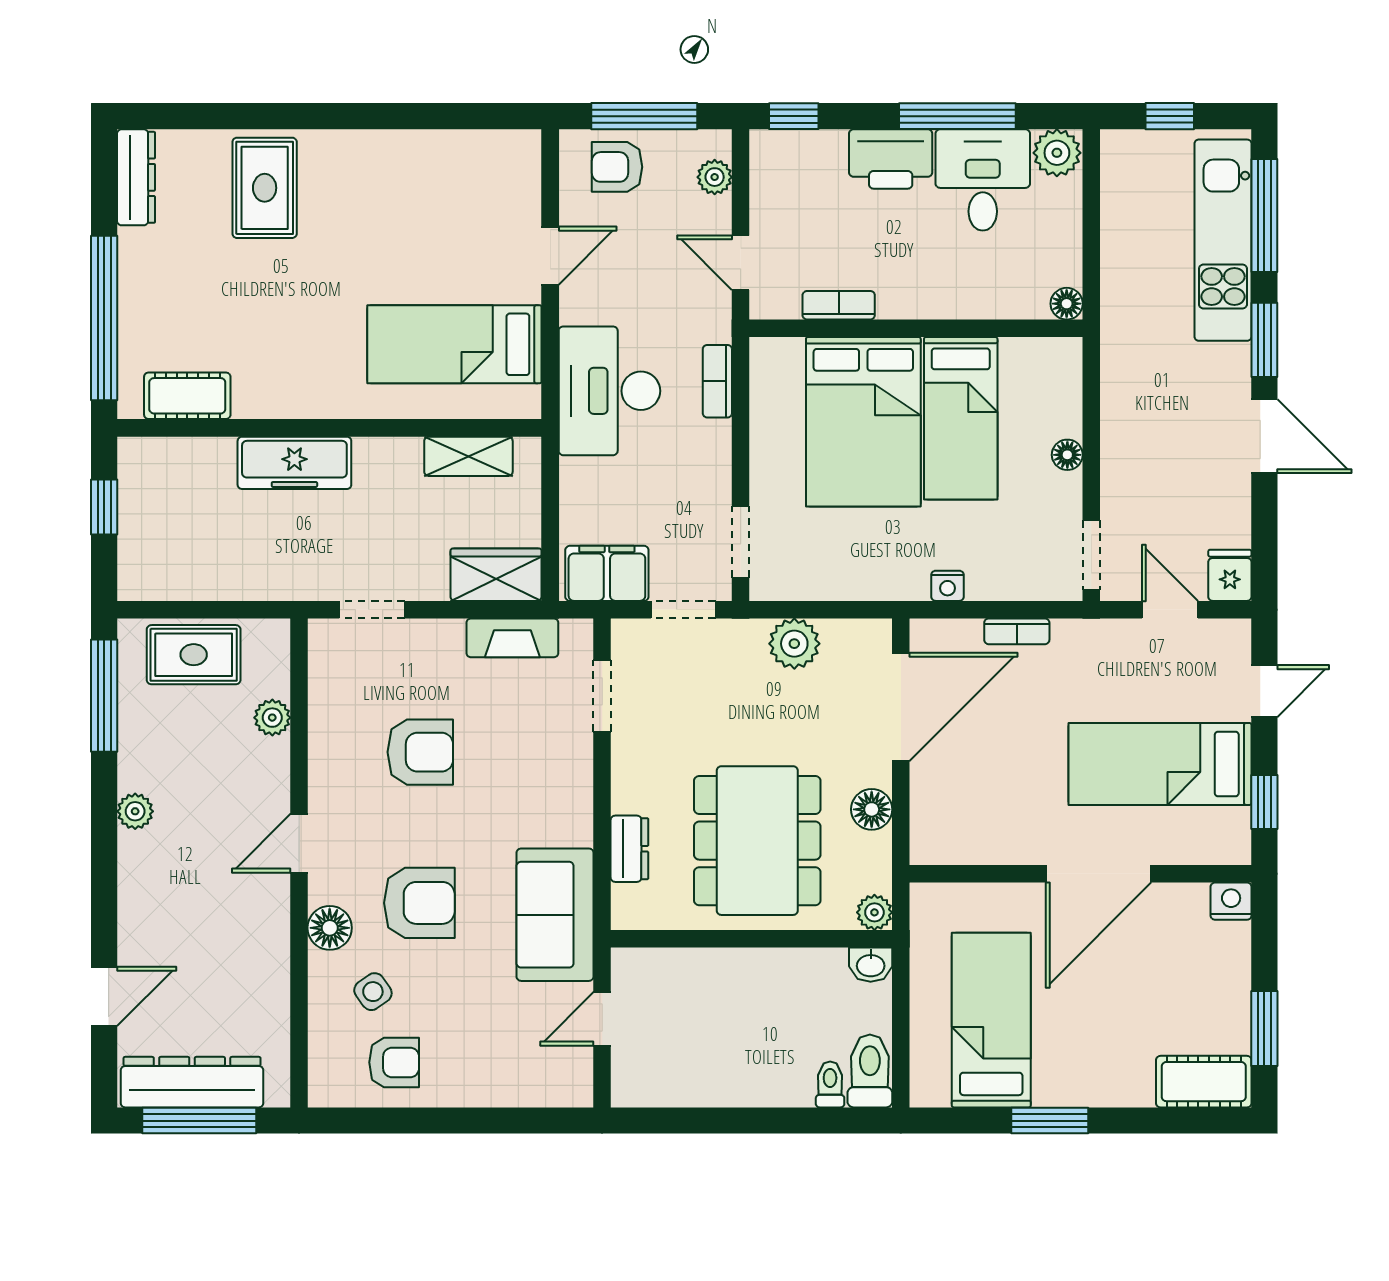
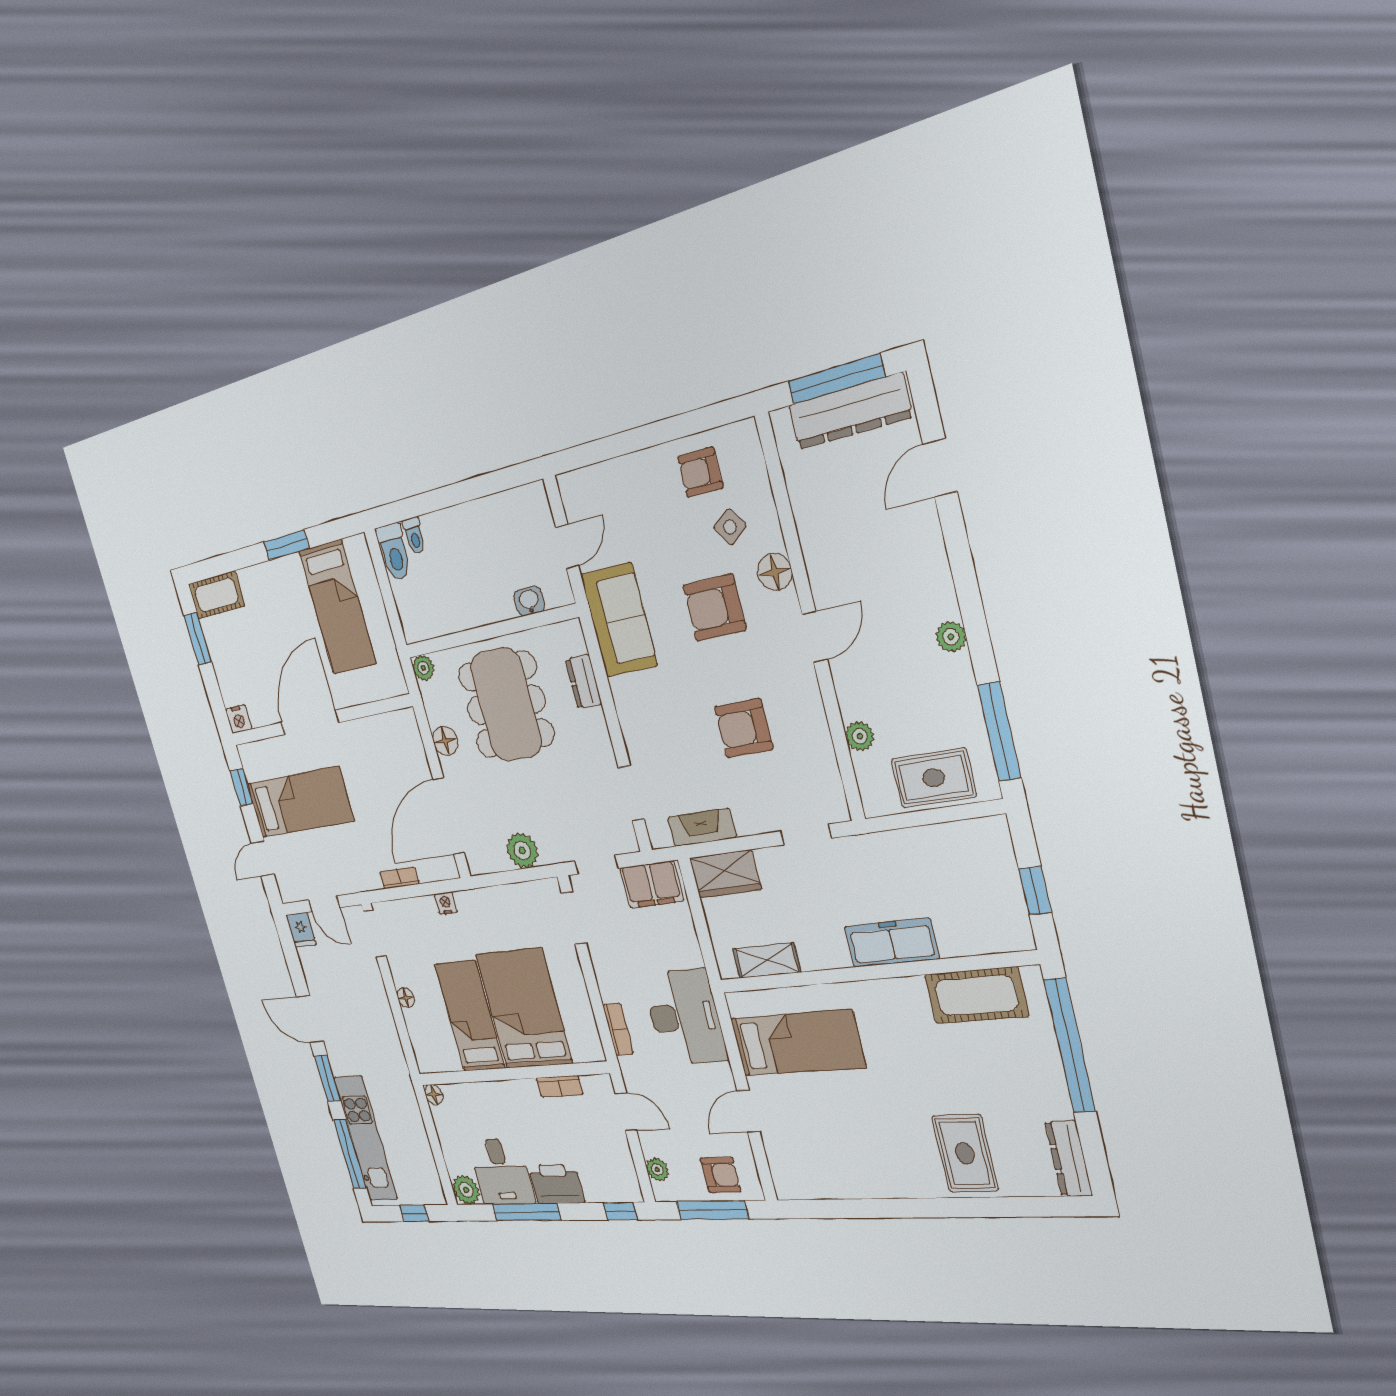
cot: (187, 396) -> (976, 995), width x1.37, depth x1.34
washbasin: (871, 965) -> (529, 601), moved

